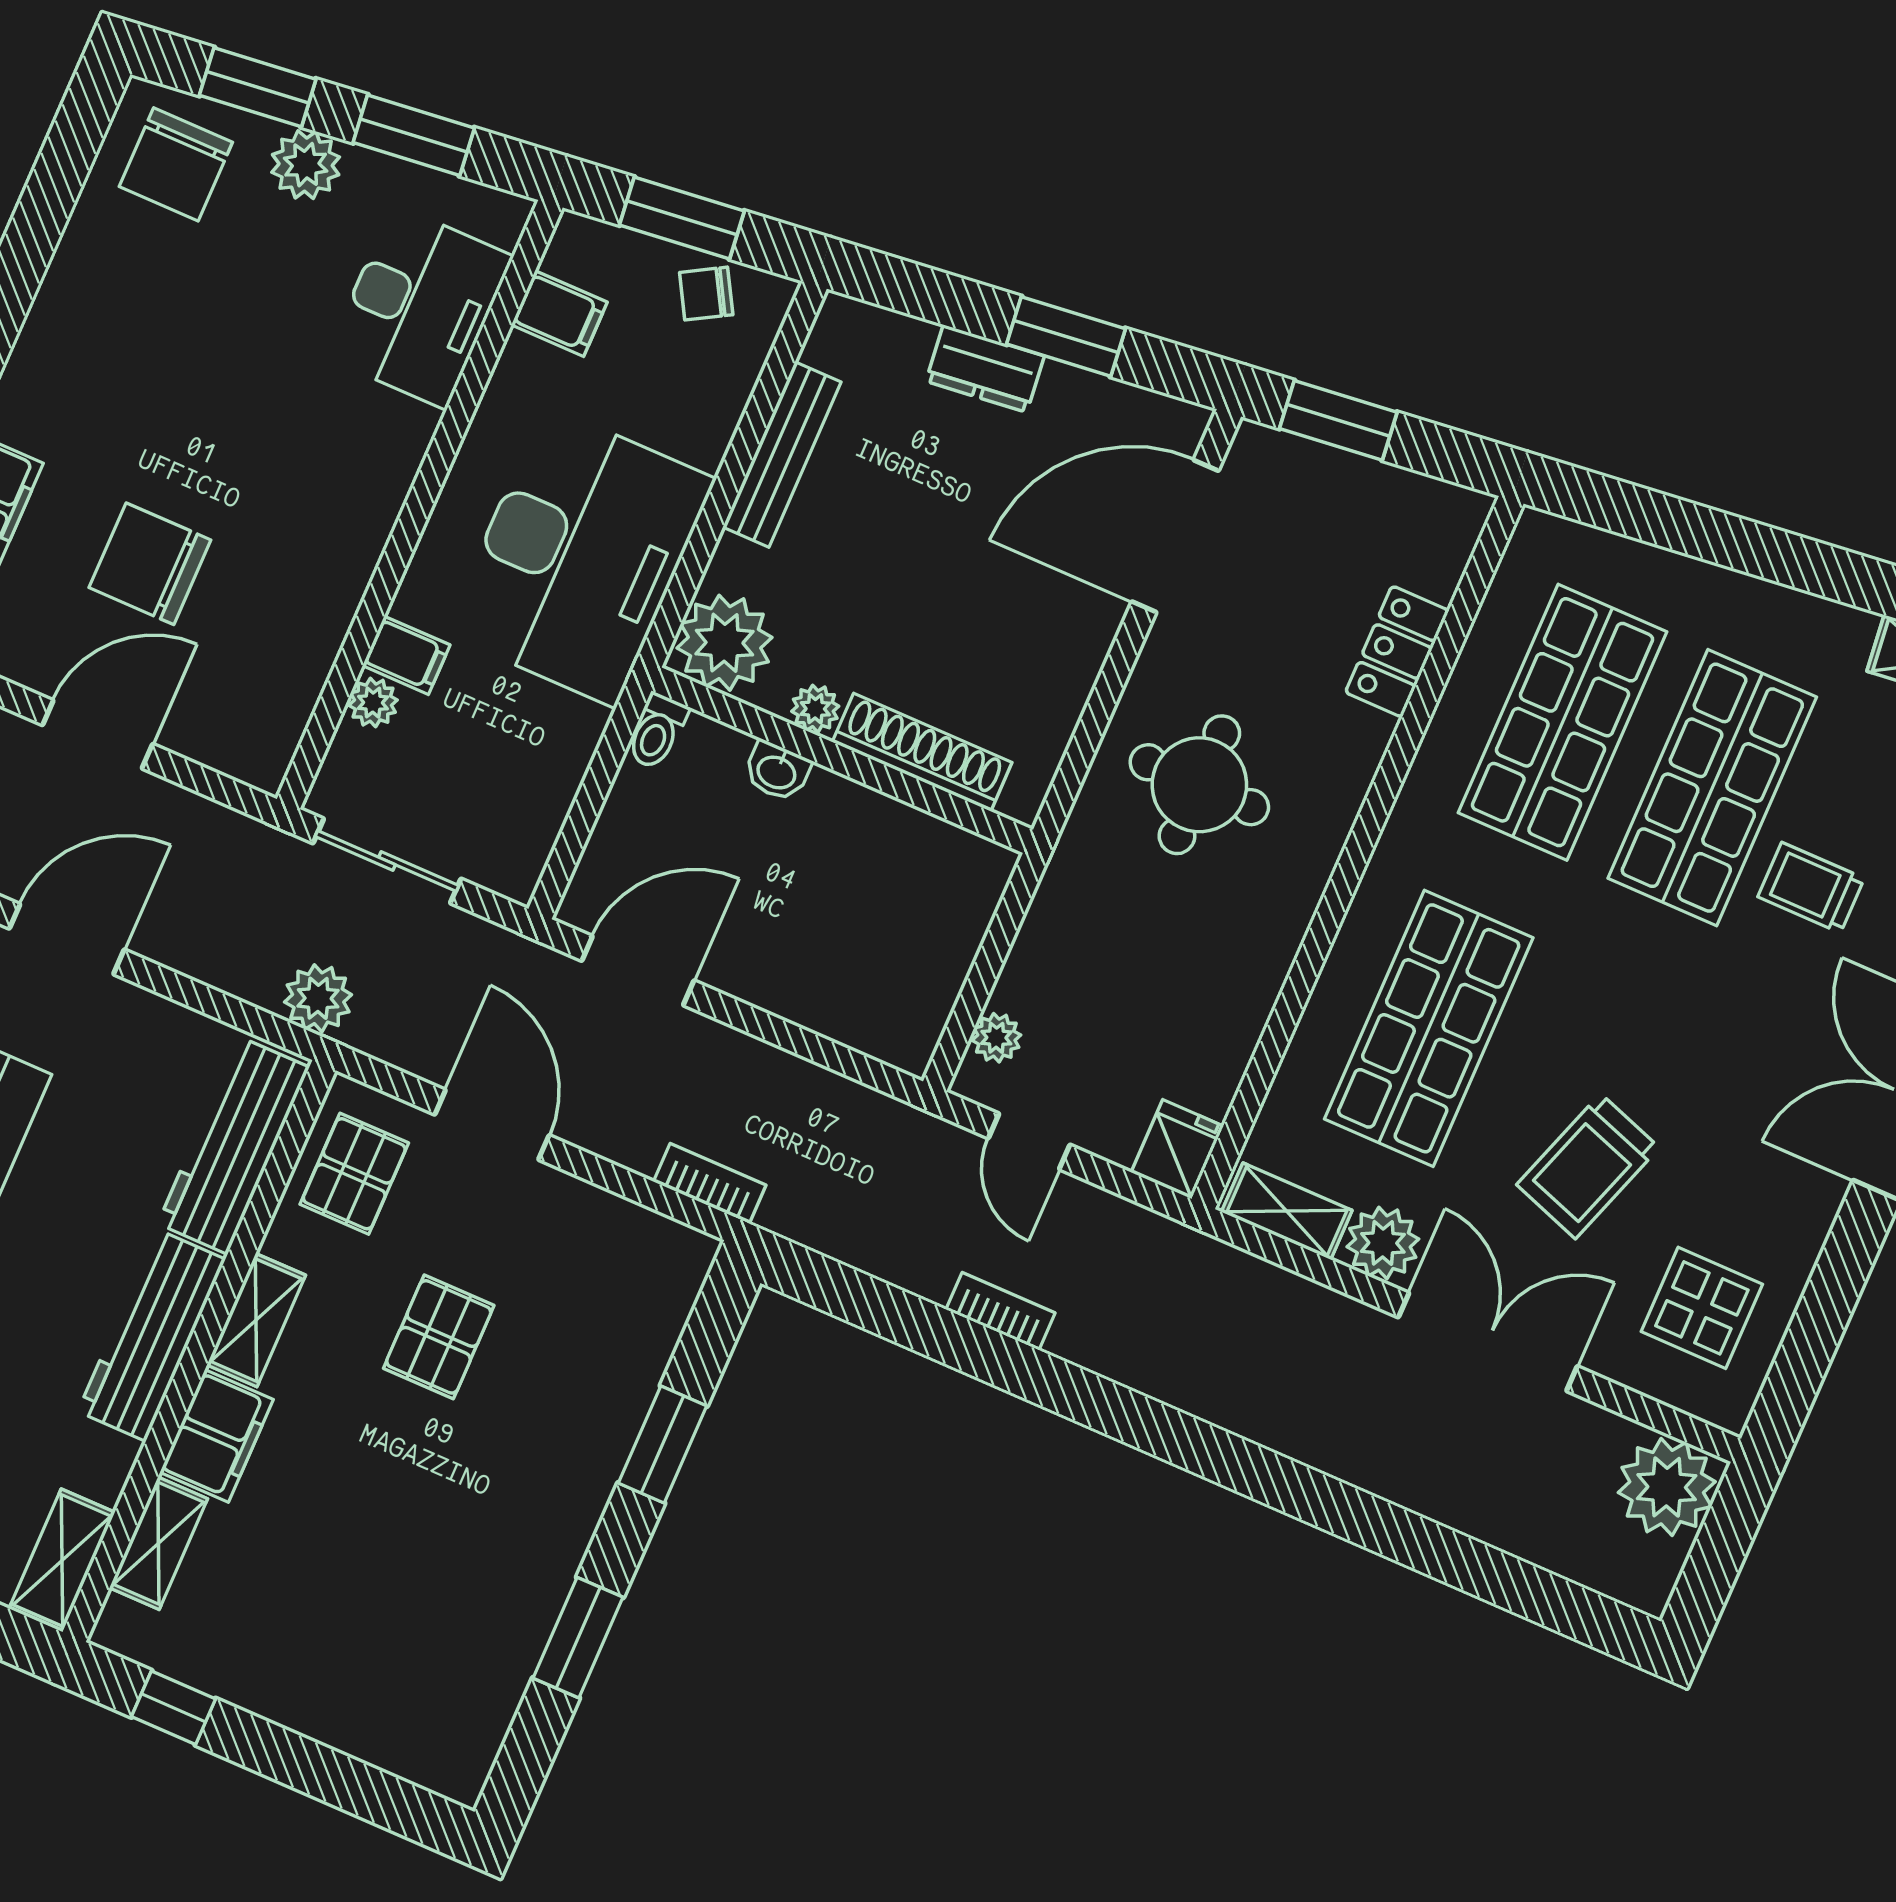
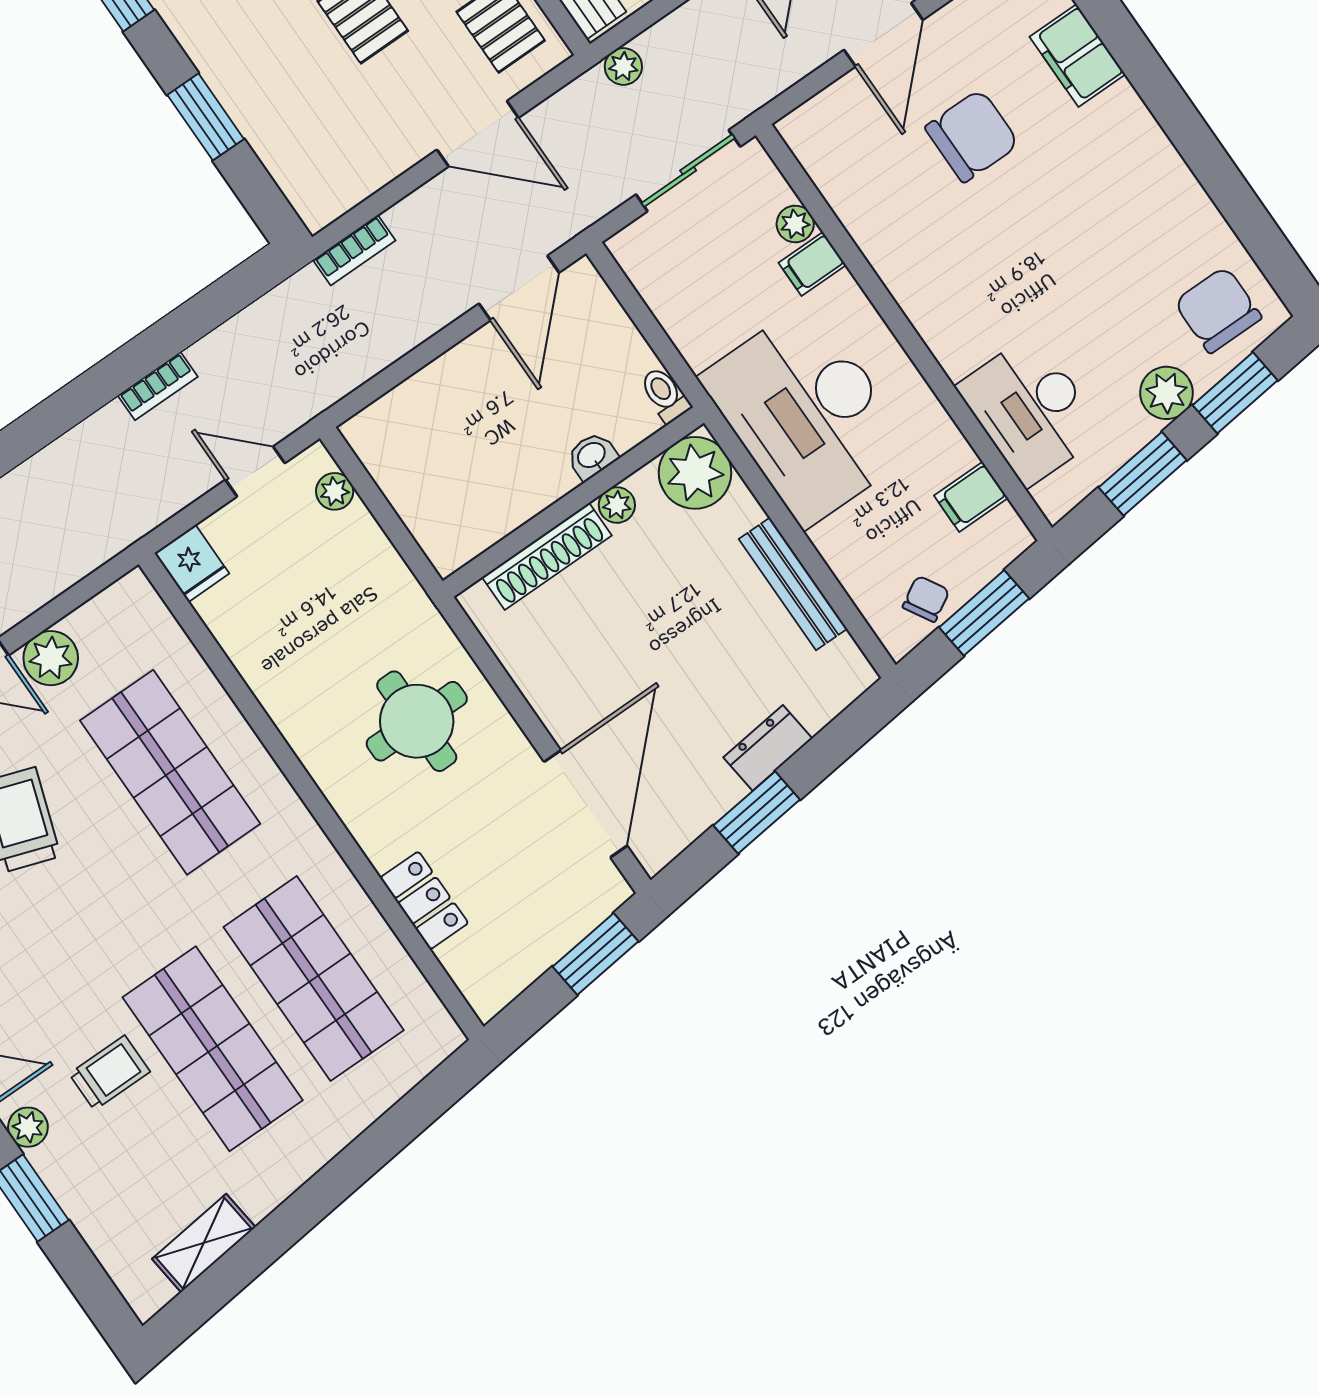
plant: (318, 998) -> (623, 66), width x0.73, depth x0.73
shelving: (1287, 1211) -> (109, 609), removed

